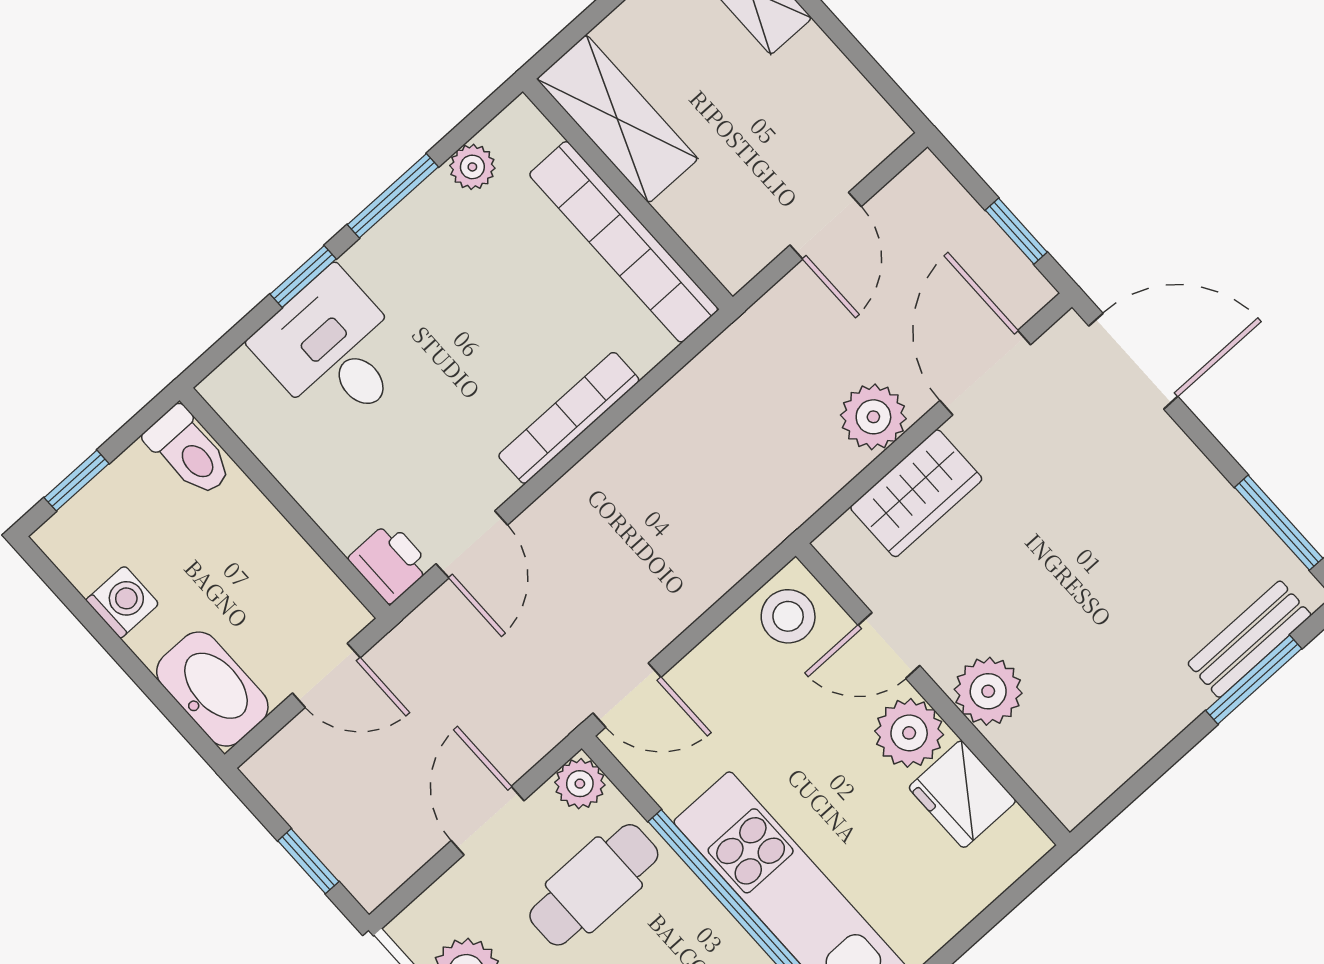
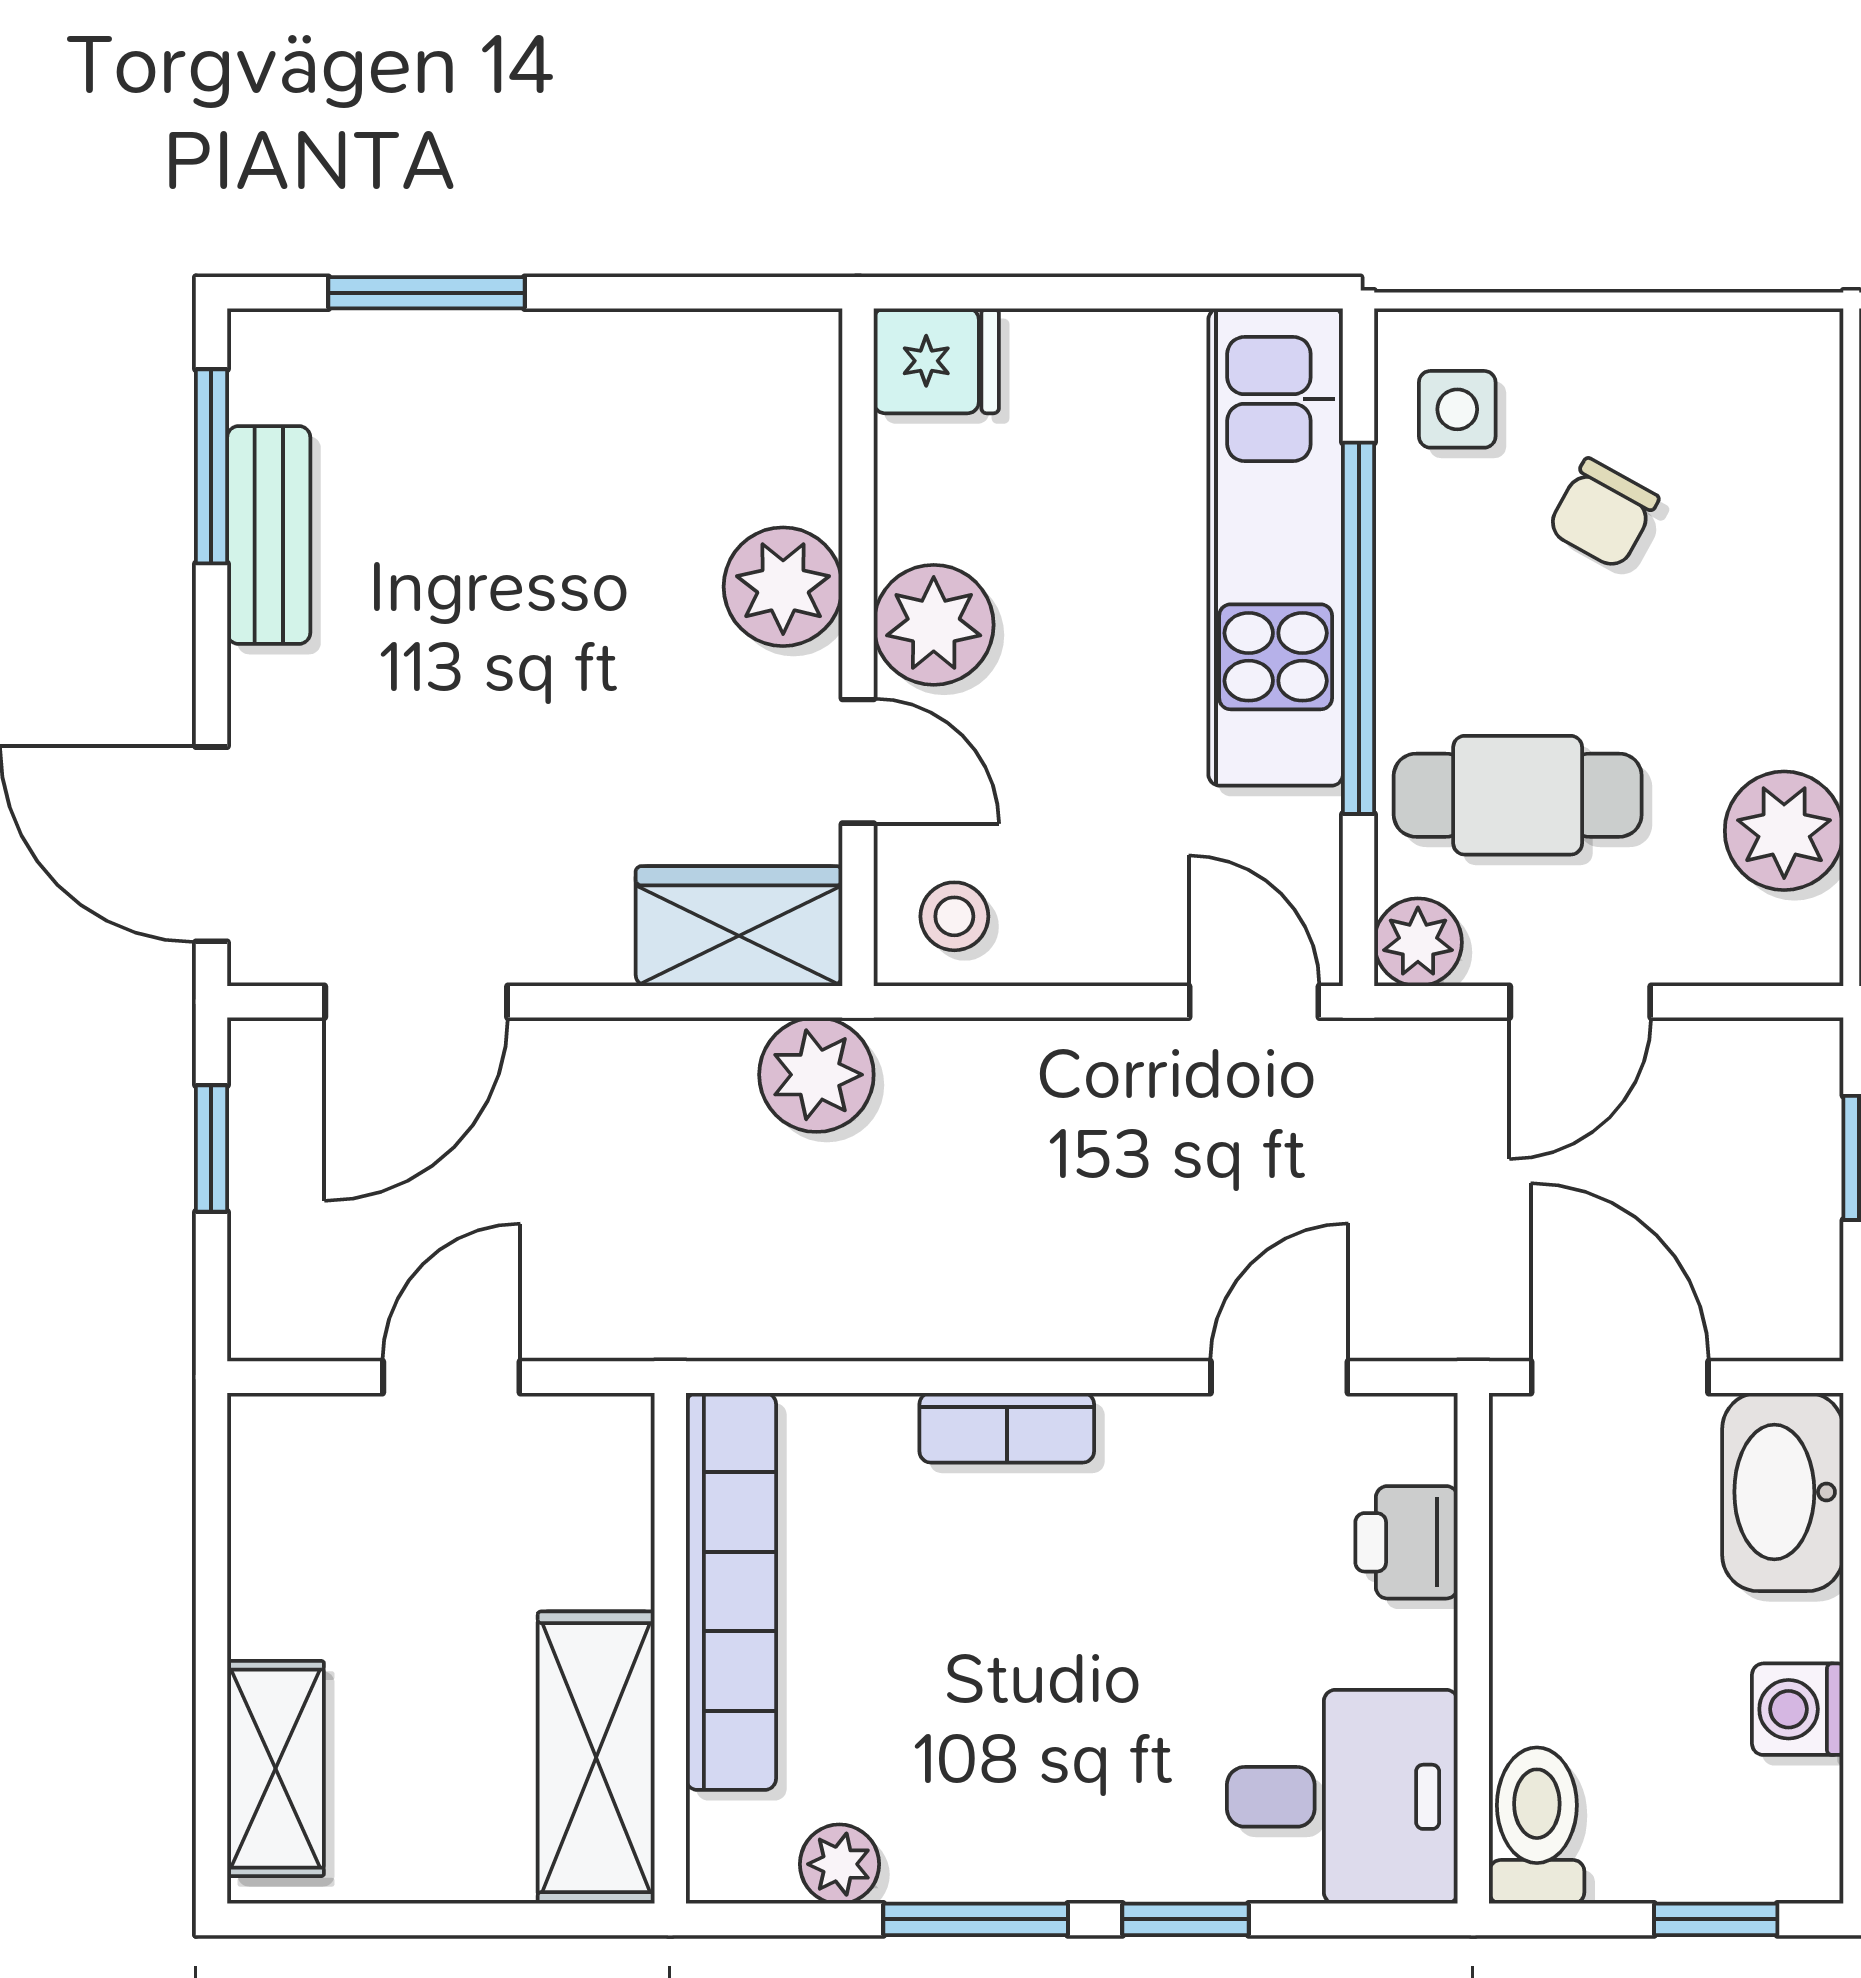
desk: (334, 350) -> (1342, 1797), moved, turned -90
plant: (873, 417) -> (816, 1075), moved
bookcase: (569, 418) -> (1007, 1428), width x0.64
wardrobe: (916, 493) -> (739, 926), moved
printer: (390, 563) -> (1406, 1542), moved
stool: (788, 616) -> (954, 916), width x0.73, depth x0.73
bench: (1250, 639) -> (269, 535), moved, turned 90
door: (326, 675) -> (1620, 1377), width x1.37
fridge: (962, 794) -> (936, 361), moved, width x0.72

